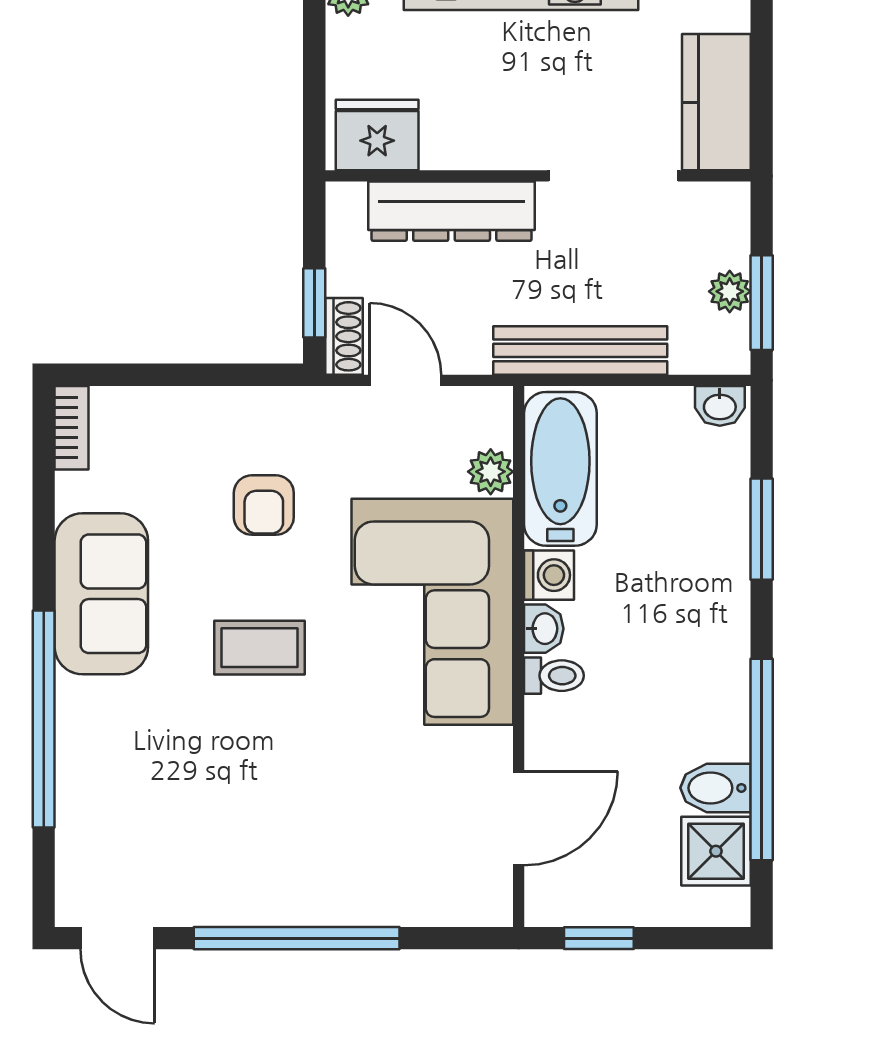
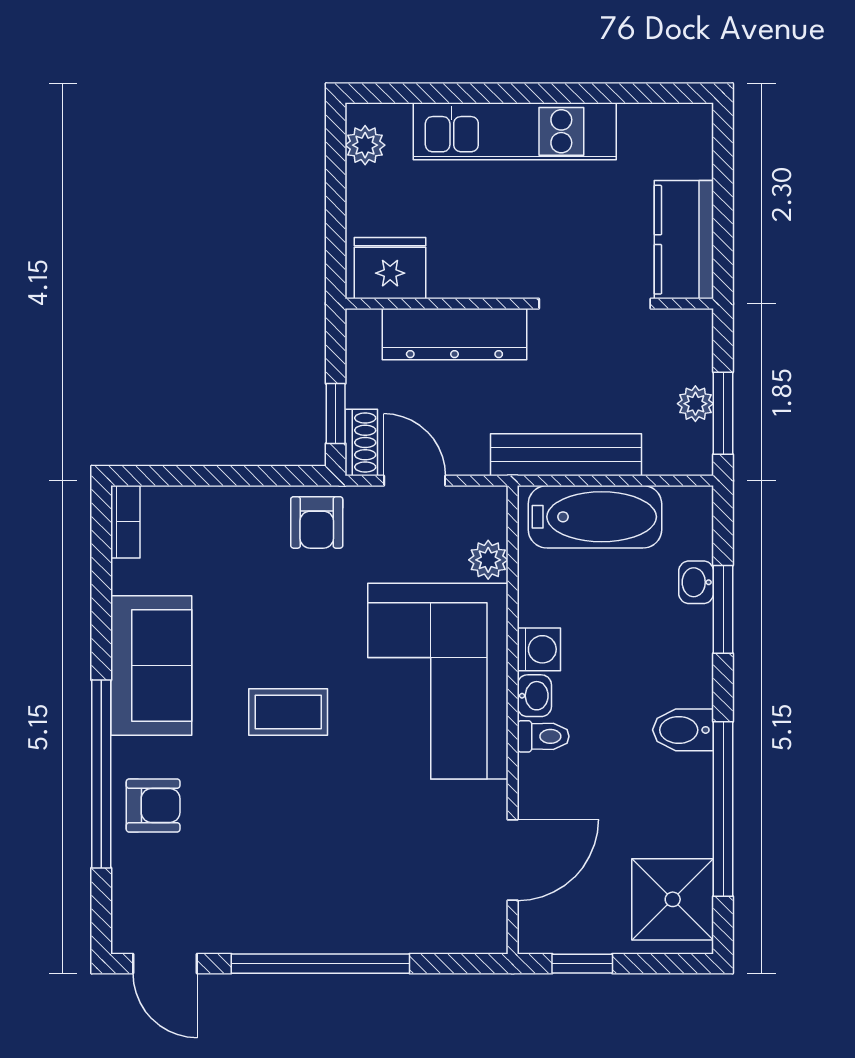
washbasin: (720, 406) -> (696, 582), moved, turned 90
bathtub: (560, 469) -> (595, 517), moved, turned 90
armchair: (264, 505) -> (317, 522), moved
armchair: (104, 755) -> (153, 805), added
bidet: (715, 788) -> (683, 730), moved
shower: (716, 851) -> (673, 899), width x1.36, depth x1.36

